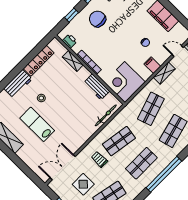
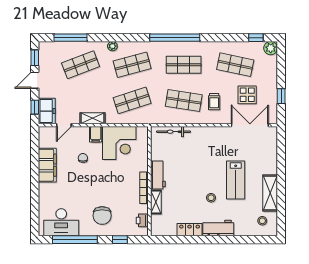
door: (178, 51) -> (64, 125), hinge flipped
locker: (39, 61) -> (190, 230), width x0.66
corner desk: (125, 82) -> (119, 143), moved
workbench: (97, 87) -> (158, 175), moved
double door: (63, 167) -> (250, 125), swing flipped

